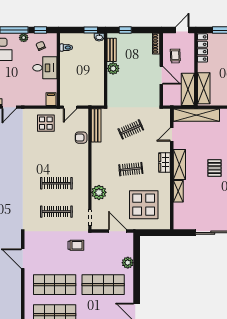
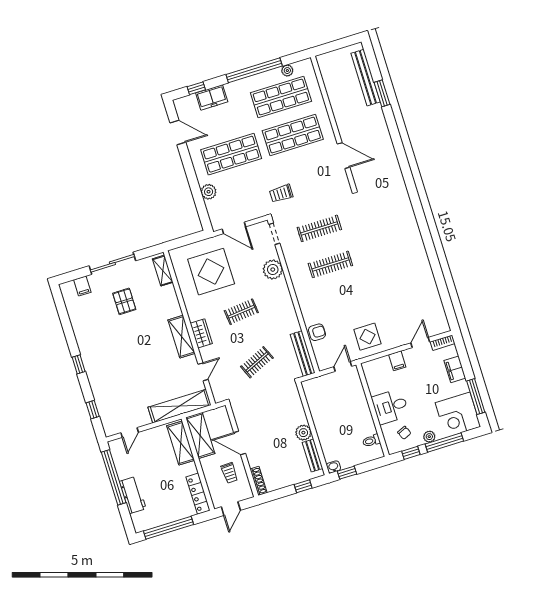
filing cabinet: (51, 99) -> (397, 361), moved
pallet: (214, 168) -> (124, 301), moved
shelving: (178, 191) -> (163, 271), moved

